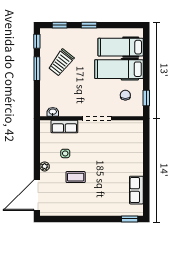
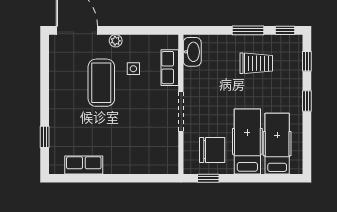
trolley: (61, 63) -> (256, 63), turned 142
chair: (125, 95) -> (212, 150), width x1.87, depth x1.87
washbasin: (53, 112) -> (192, 52), width x1.91, depth x1.45
coffee table: (76, 177) -> (101, 83), width x1.86, depth x1.72
window: (130, 219) -> (45, 137), moved

